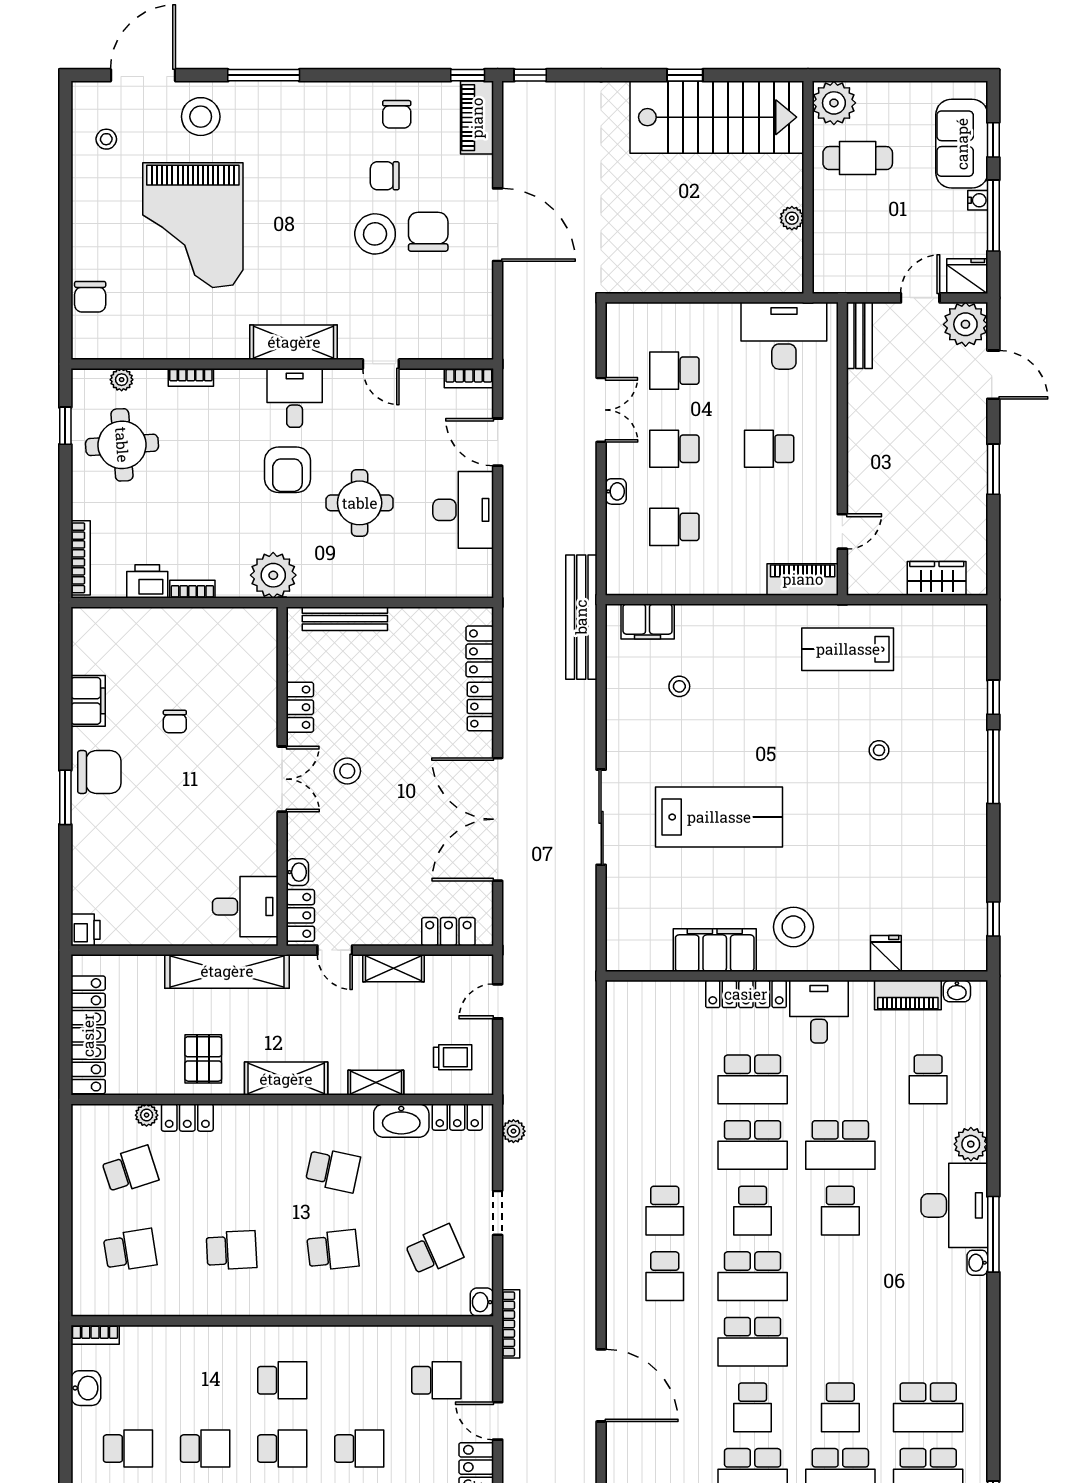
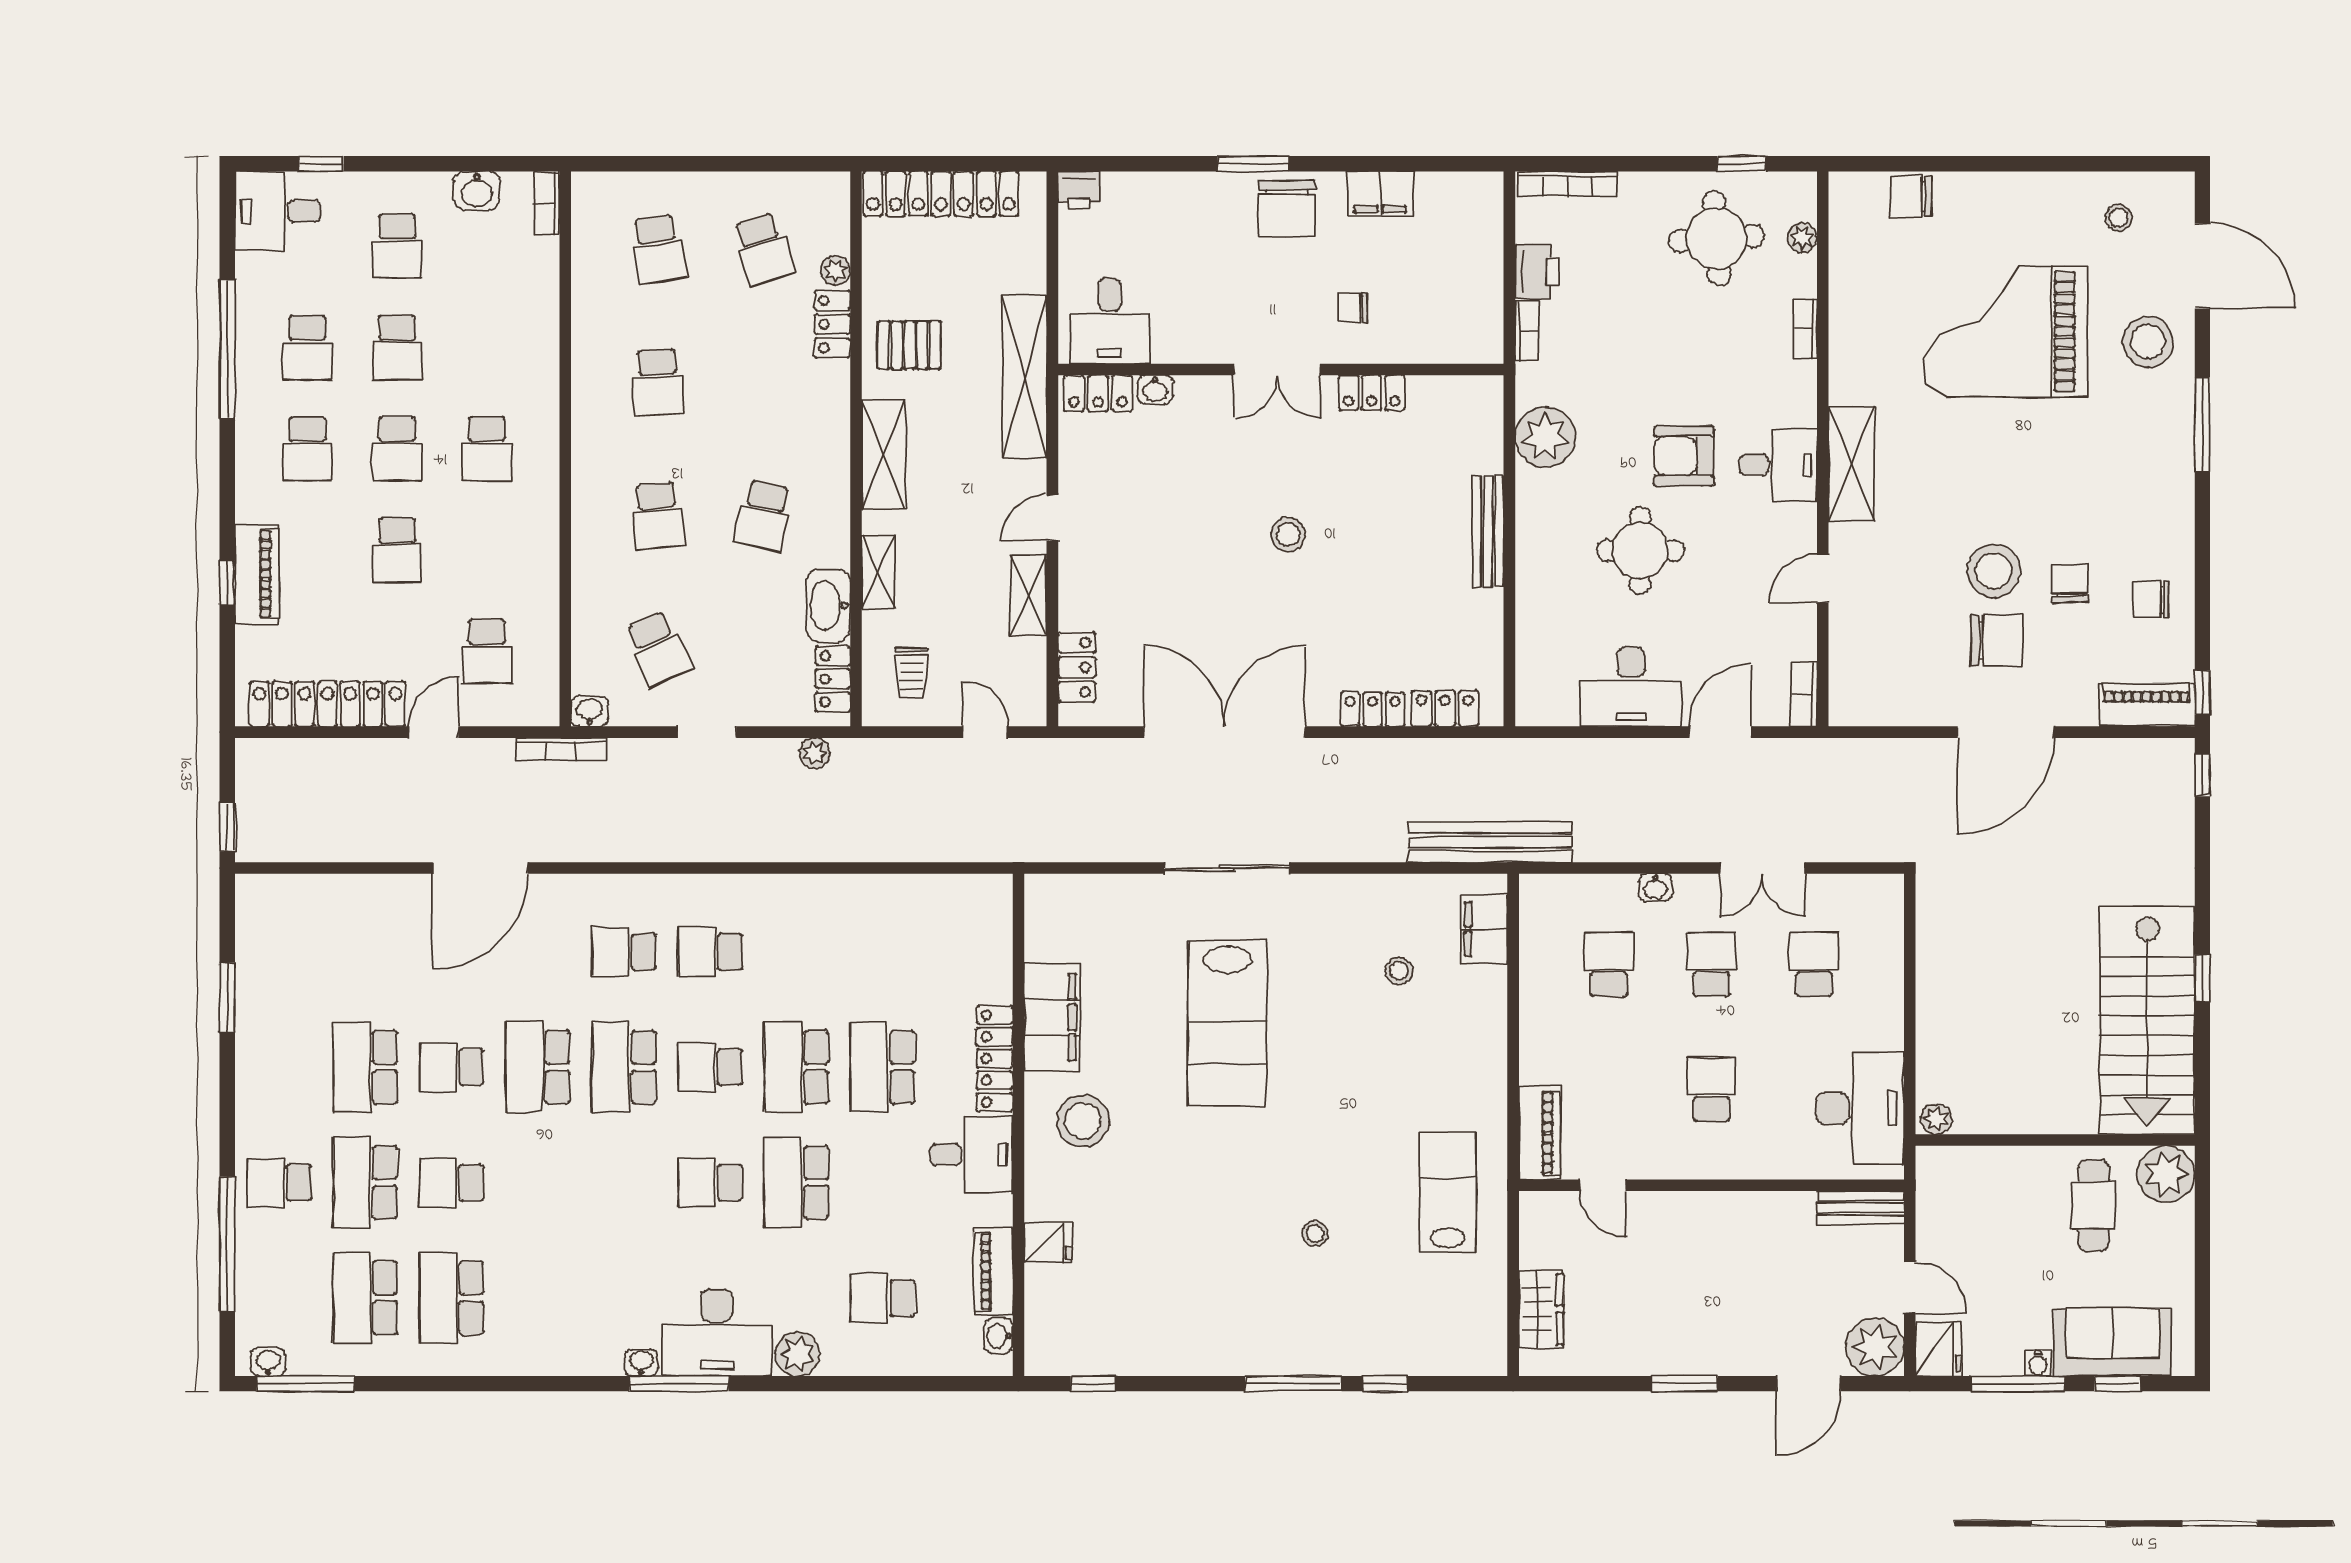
plant: (792, 218) -> (1936, 1119), moved
locker: (300, 707) -> (1372, 393), moved
wall: (282, 776) -> (1281, 370), moved
double door: (282, 779) -> (1277, 370), moved
washbasin: (297, 872) -> (1155, 390), moved
desk: (245, 907) -> (1110, 321), moved
locker: (300, 915) -> (1098, 394), moved

